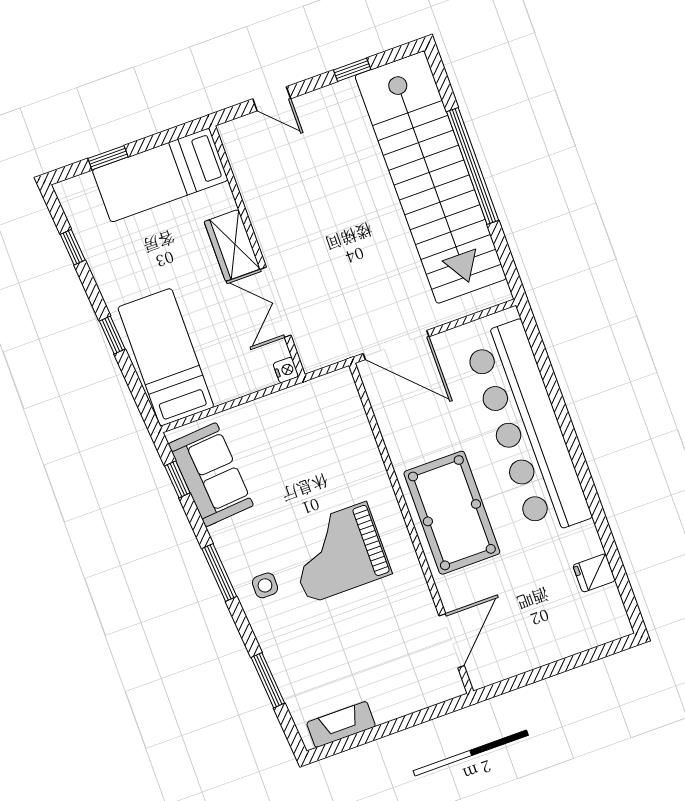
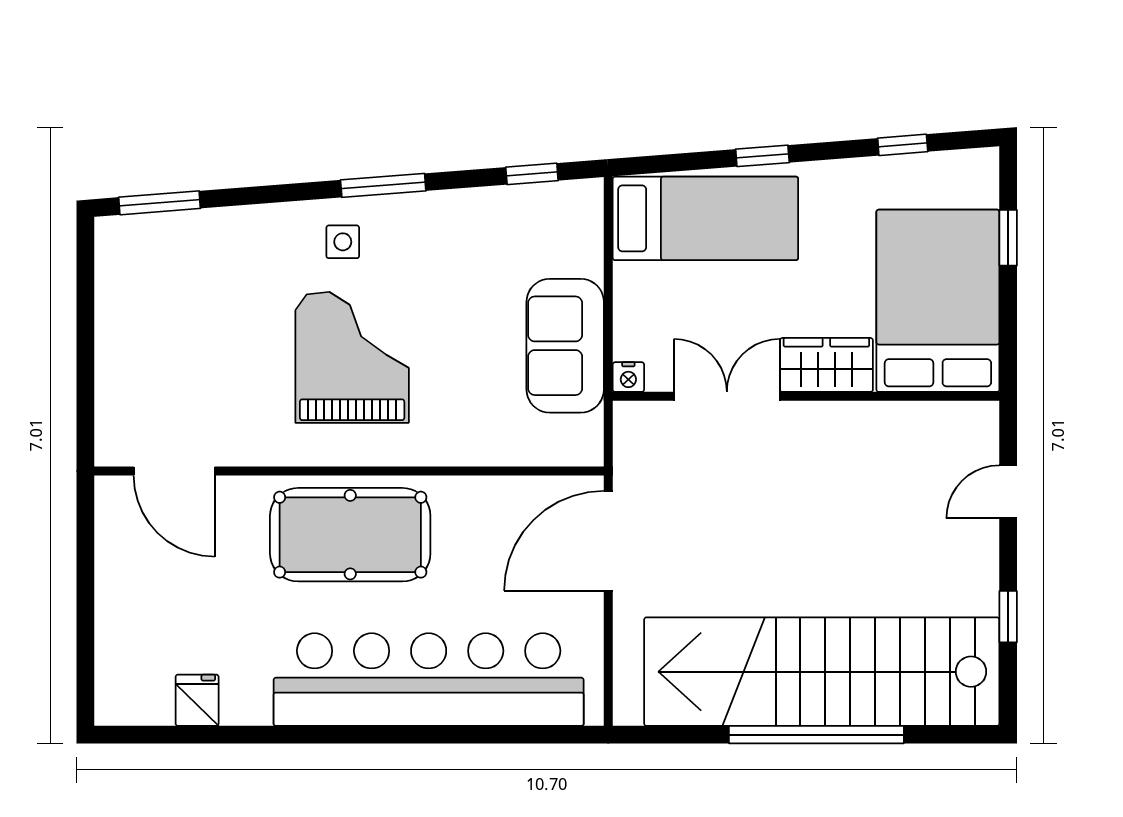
bed: (160, 175) -> (938, 301), width x1.50
sofa: (211, 475) -> (565, 346), moved, turned 94
window: (268, 680) -> (159, 203), moved
fireplace: (341, 724) -> (114, 278), removed

